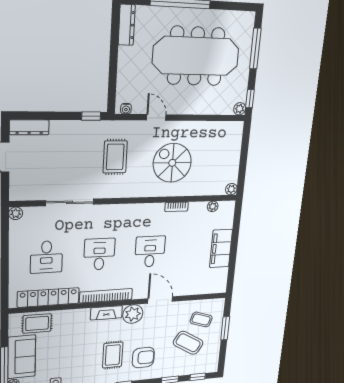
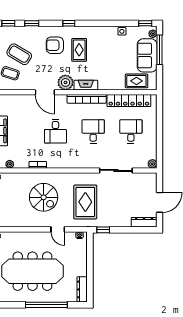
rug: (115, 157) -> (85, 202), width x1.36, depth x1.43
desk: (99, 254) -> (93, 131), turned 180

